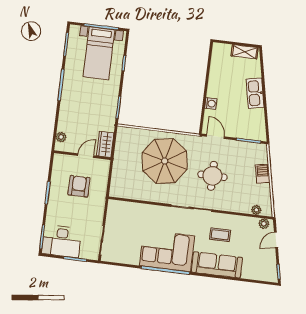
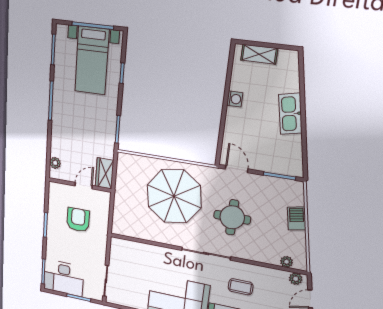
shelving: (245, 52) -> (259, 54), moved
washing machine: (211, 103) -> (235, 99), moved

